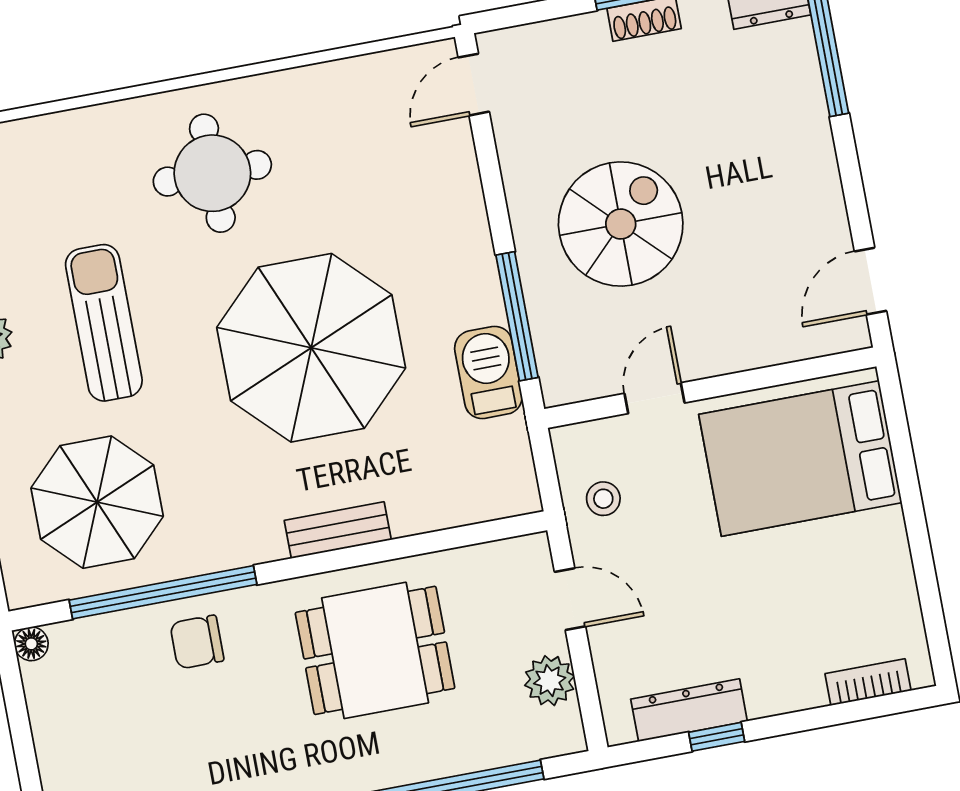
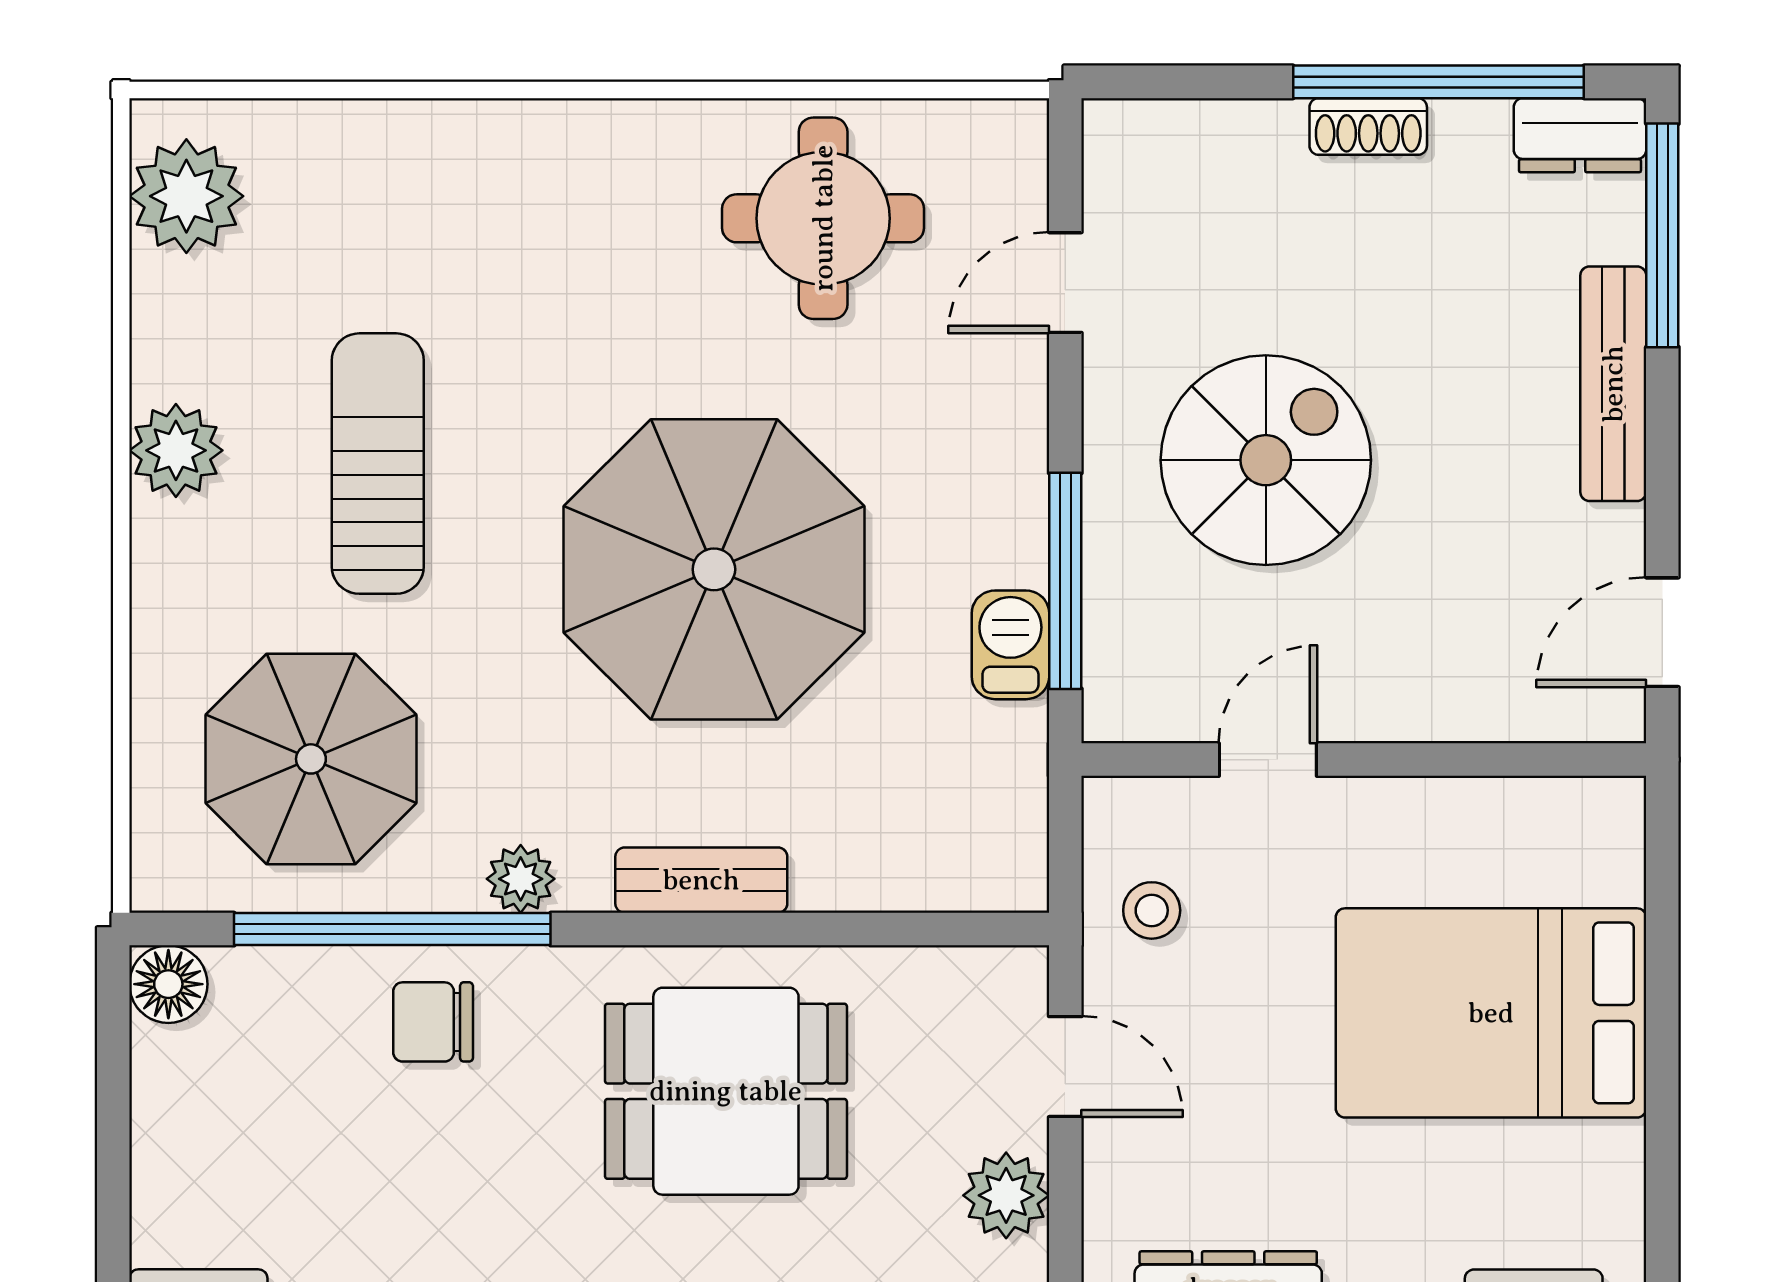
door: (474, 85) -> (1065, 283), moved
bench: (815, 142) -> (1613, 384), added
round table: (212, 173) -> (823, 218), moved
barbecue: (488, 372) -> (1010, 645), width x0.73, depth x0.79
bed: (800, 459) -> (1491, 1013), moved
plant: (232, 549) -> (521, 879), added
floor lamp: (31, 644) -> (168, 984), width x1.37, depth x1.37

